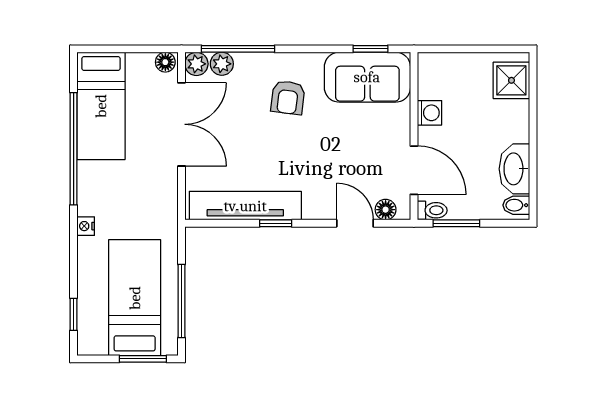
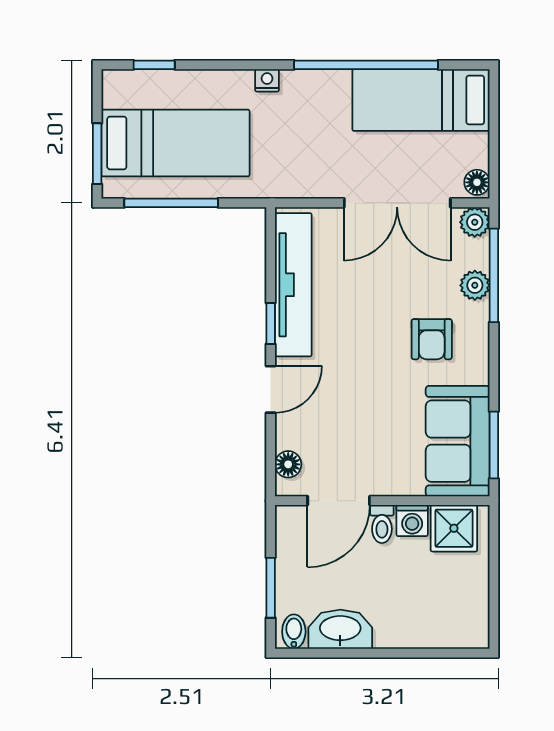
window: (370, 49) -> (494, 445), width x1.50
plant: (222, 64) -> (475, 285), moved
shower: (511, 80) -> (454, 528), moved
armchair: (288, 97) -> (432, 339), turned -97
toilet: (432, 210) -> (382, 524), moved
door: (355, 223) -> (271, 389), moved
window: (456, 223) -> (271, 588), moved

